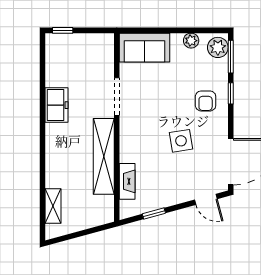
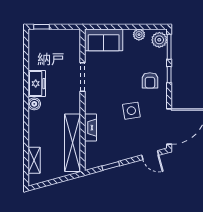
boiler: (53, 132) -> (34, 104), added
shelving: (104, 156) -> (73, 143), moved
fireplace: (127, 181) -> (90, 128), moved

